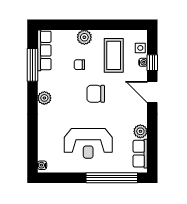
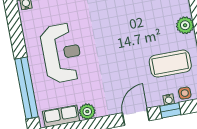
chair: (79, 65) -> (152, 25), removed
chair: (96, 94) -> (121, 51), removed
reception desk: (88, 143) -> (62, 53), turned 180

